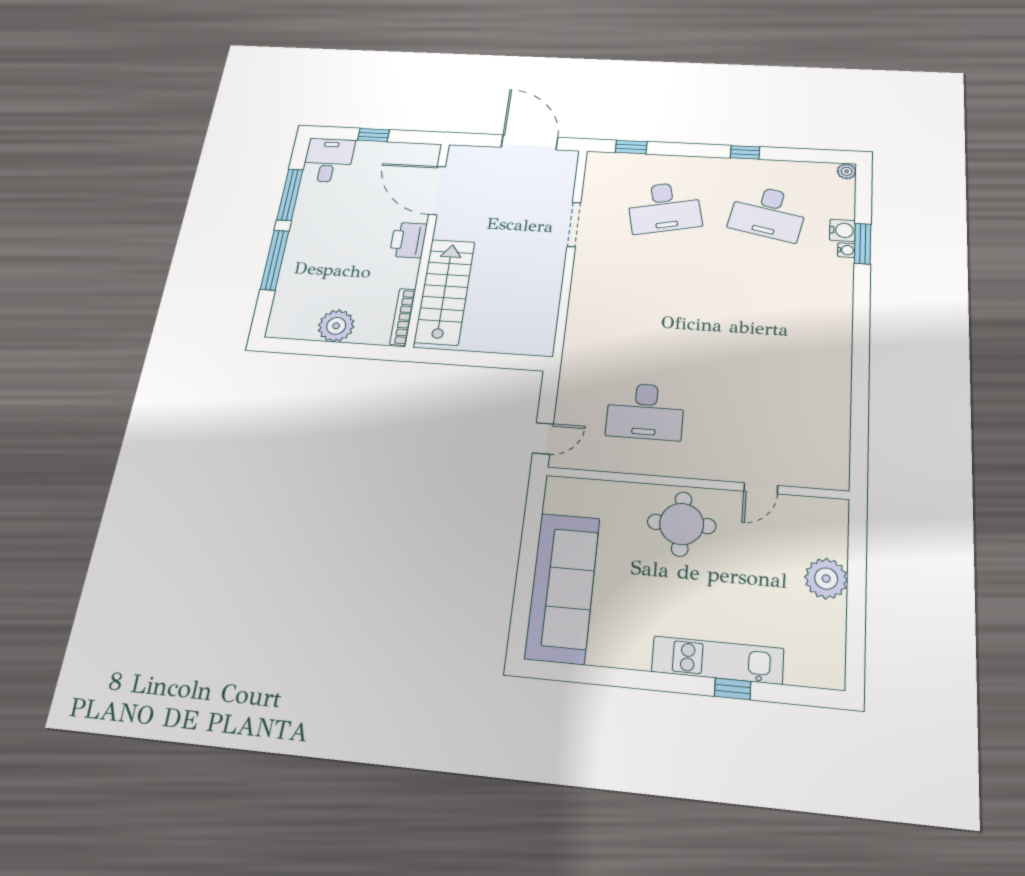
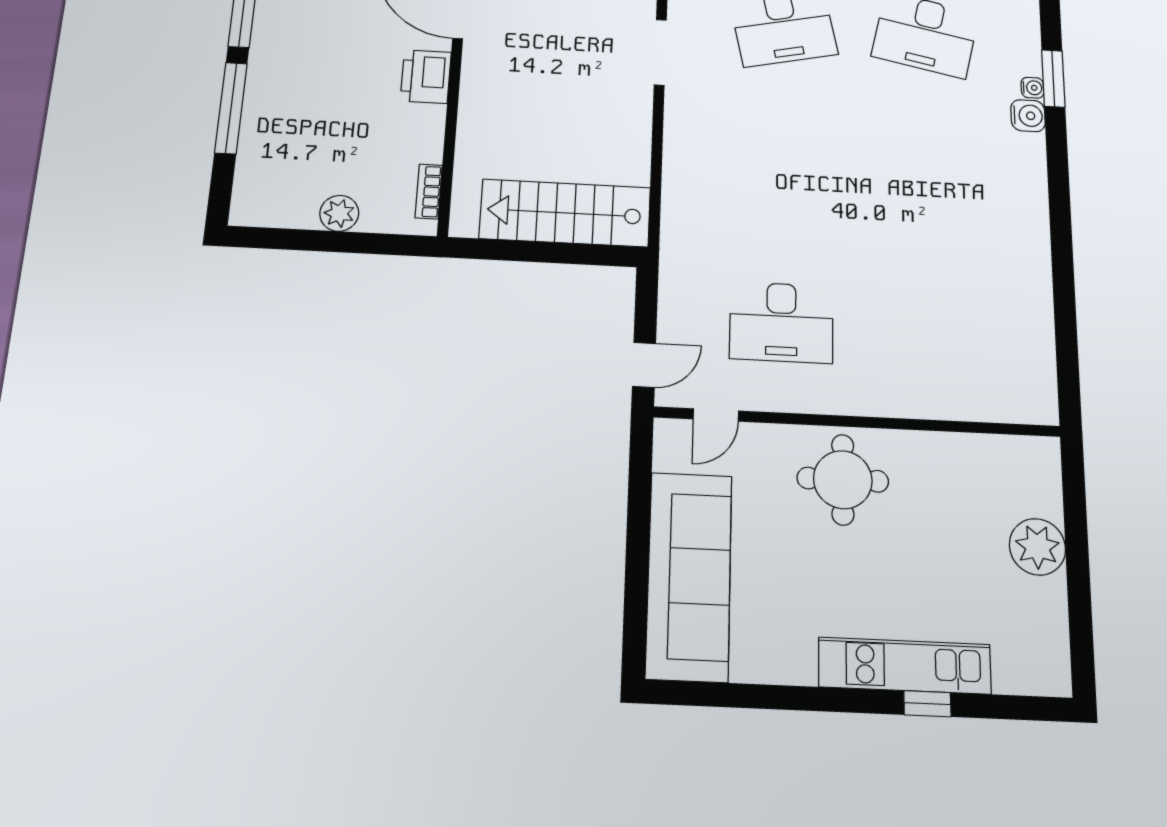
water cooler: (842, 230) -> (1028, 116), moved
stairs: (445, 292) -> (565, 213), moved, turned -90
bookcase: (403, 317) -> (429, 191), width x0.64
plant: (336, 326) -> (339, 213), width x0.73, depth x0.73
door: (761, 488) -> (716, 415), moved

